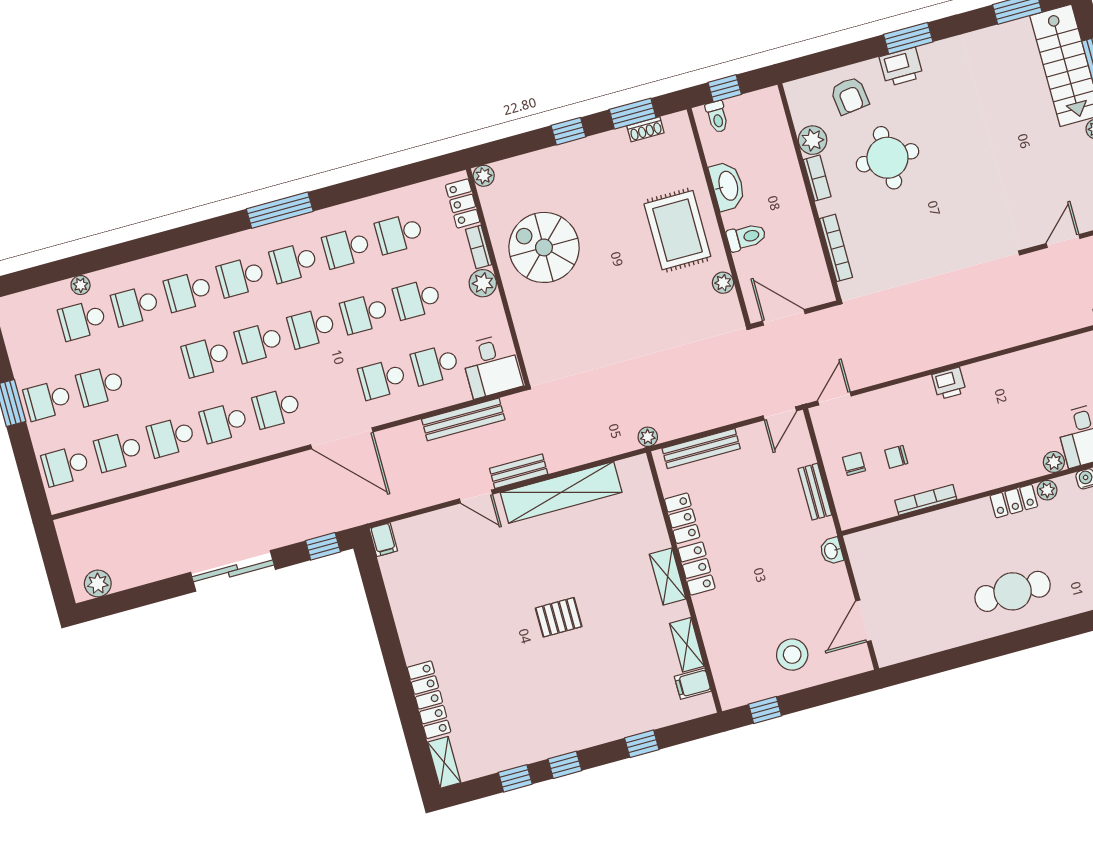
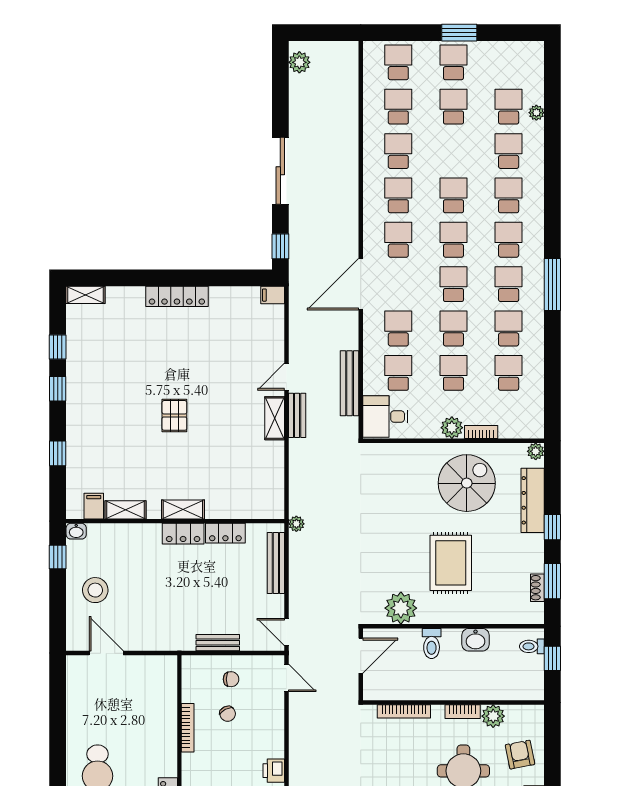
armchair: (850, 96) -> (520, 755), turned 86
dresser: (543, 163) -> (533, 500), added
washbasin: (727, 186) -> (476, 640), width x0.72
locker: (463, 203) -> (519, 429), removed
rug: (677, 230) -> (451, 563), moved, turned 90
plant: (723, 283) -> (401, 608), width x1.88, depth x1.88
chair: (896, 457) -> (228, 714), turned 153
shelving: (561, 492) -> (275, 418), width x0.45, depth x0.75
washbasin: (831, 551) -> (76, 531), moved, turned 180
locker: (429, 700) -> (177, 296), moved

